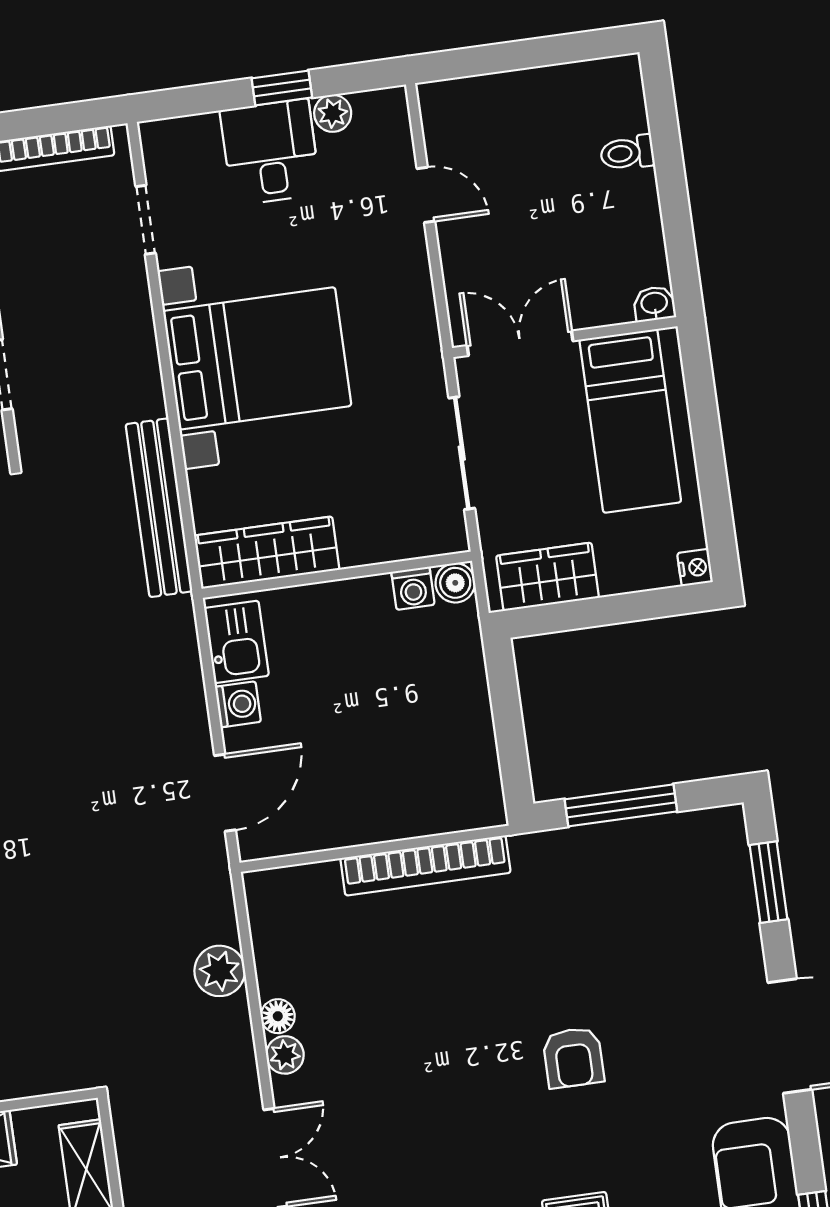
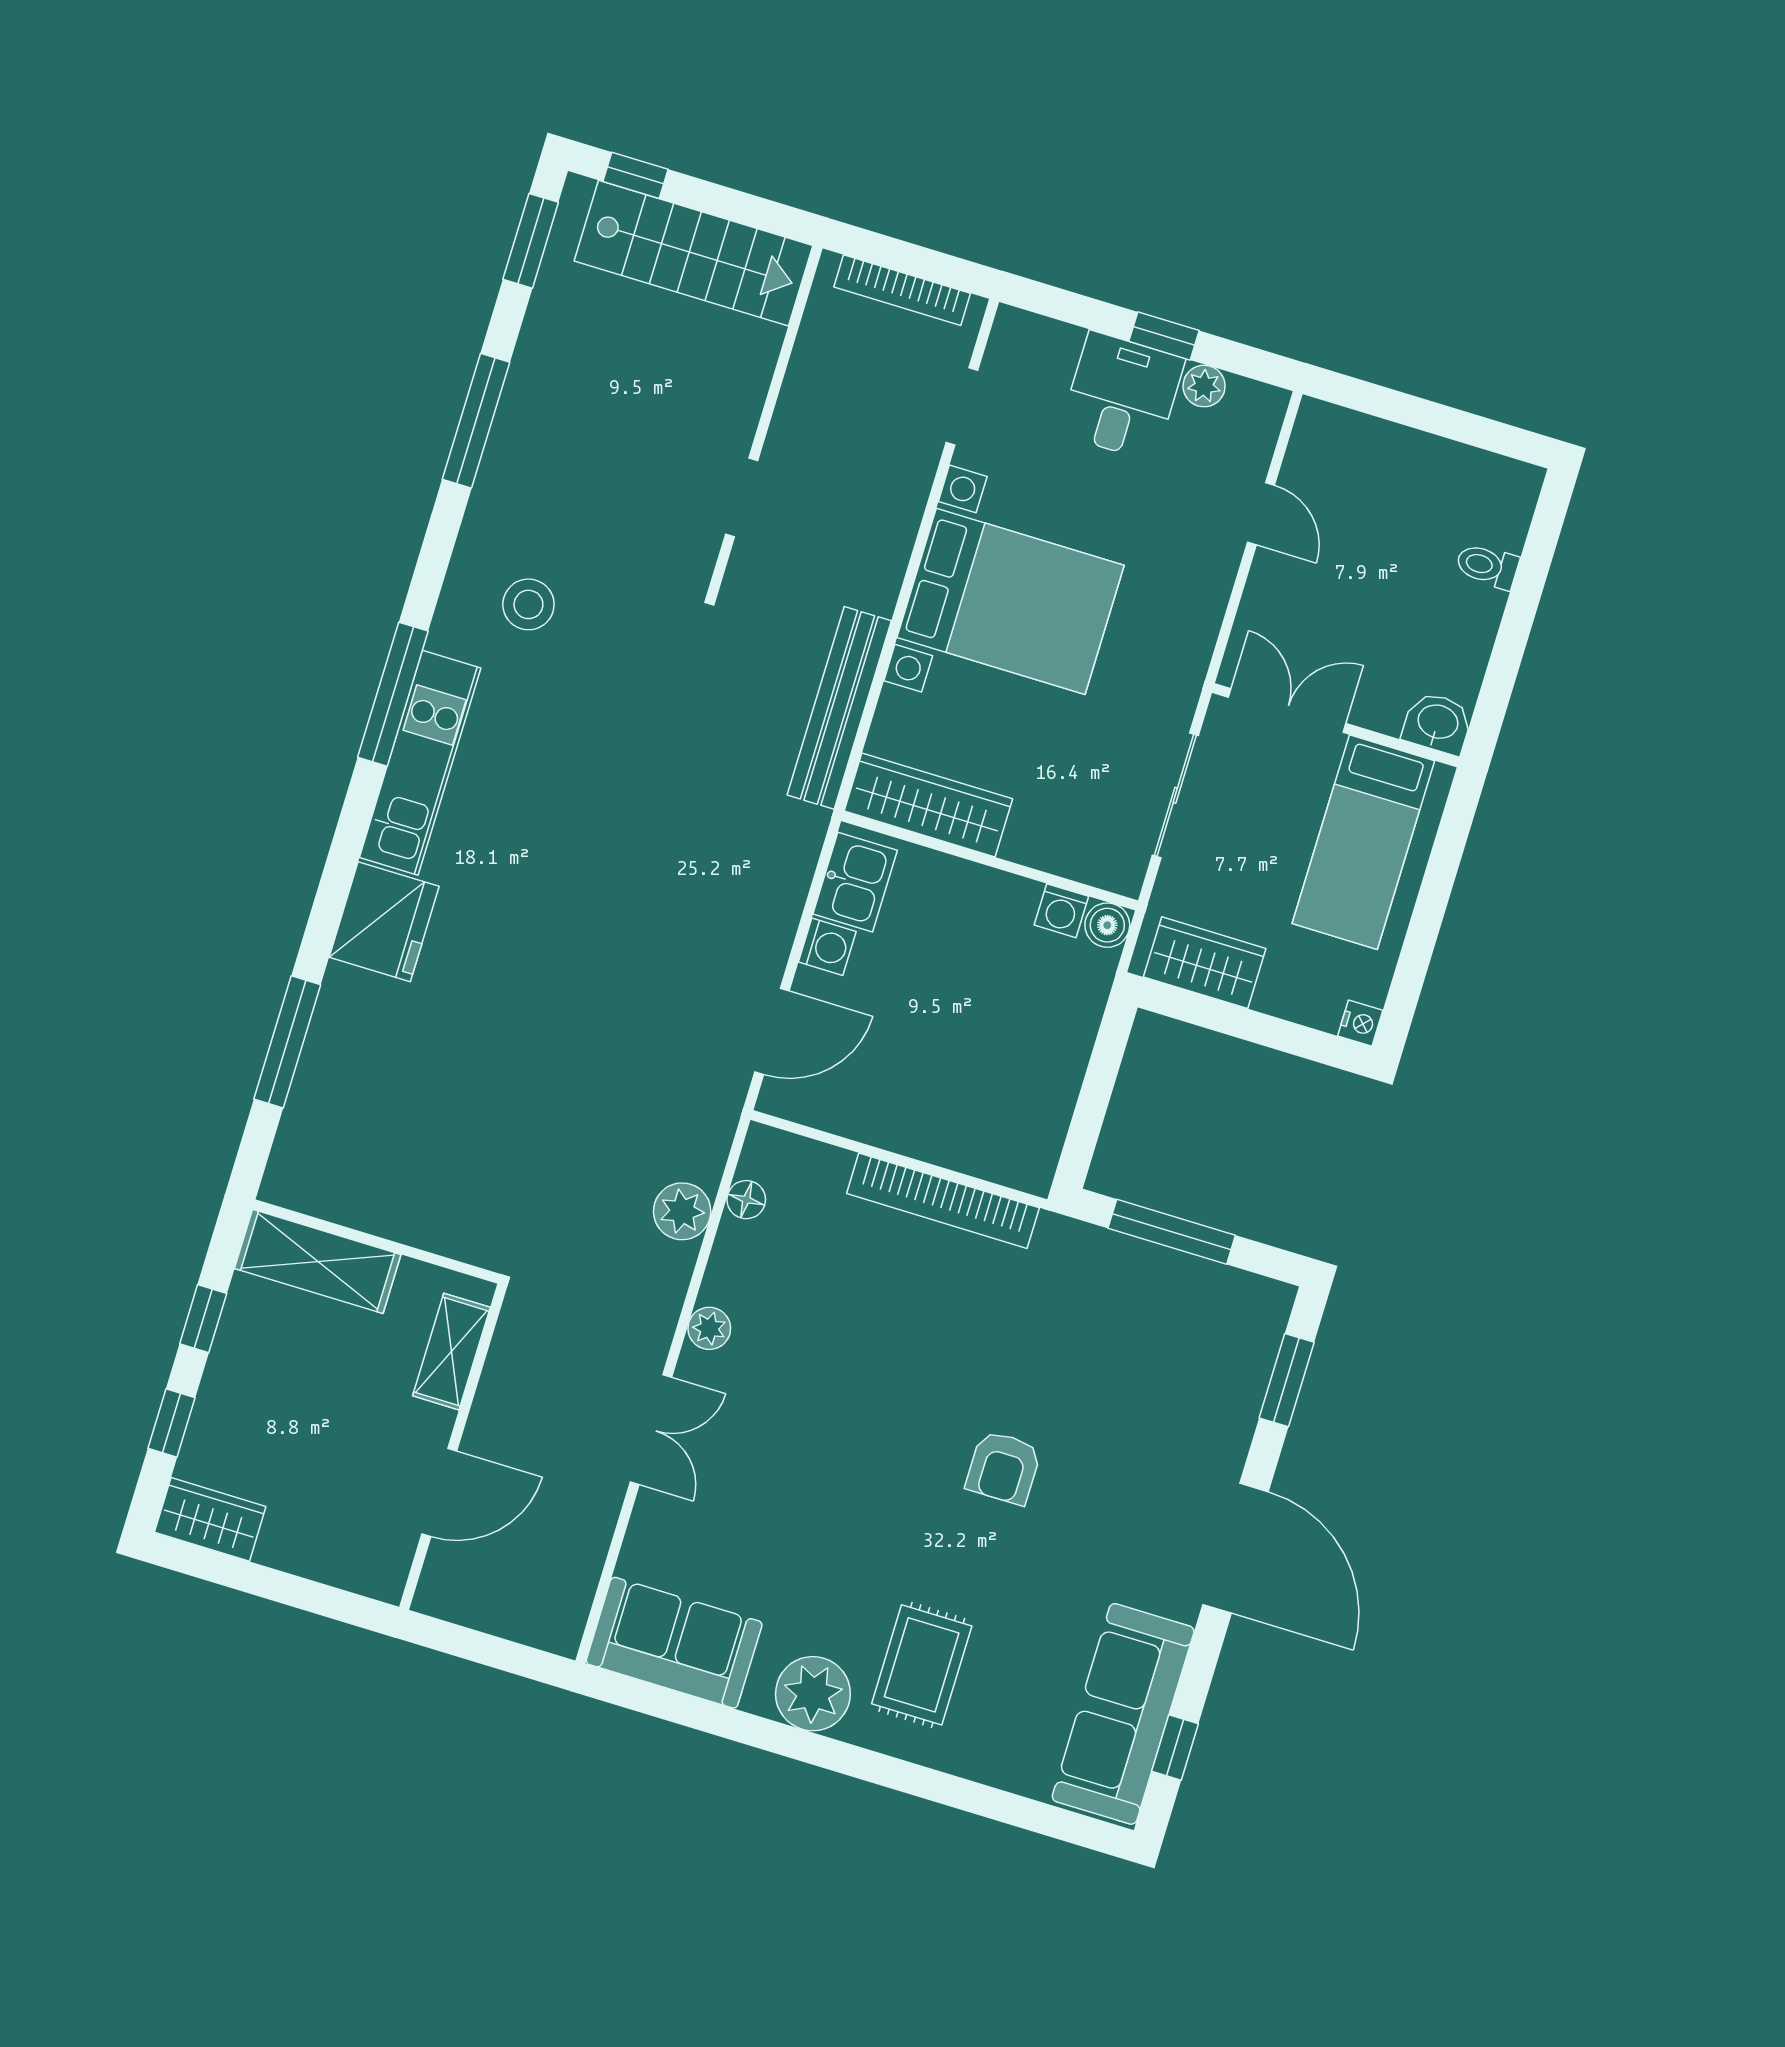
washbasin: (654, 304) -> (1438, 723), width x1.38, depth x1.45
floor lamp: (278, 1016) -> (746, 1200), moved

